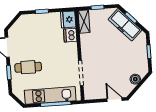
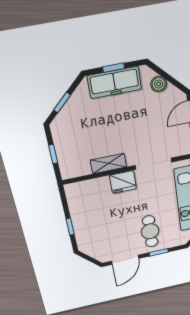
fridge: (68, 19) -> (123, 182), moved
shelving: (84, 22) -> (108, 164), moved
freezer: (125, 25) -> (114, 82), moved, turned 44
dishwasher: (70, 35) -> (100, 186), removed

